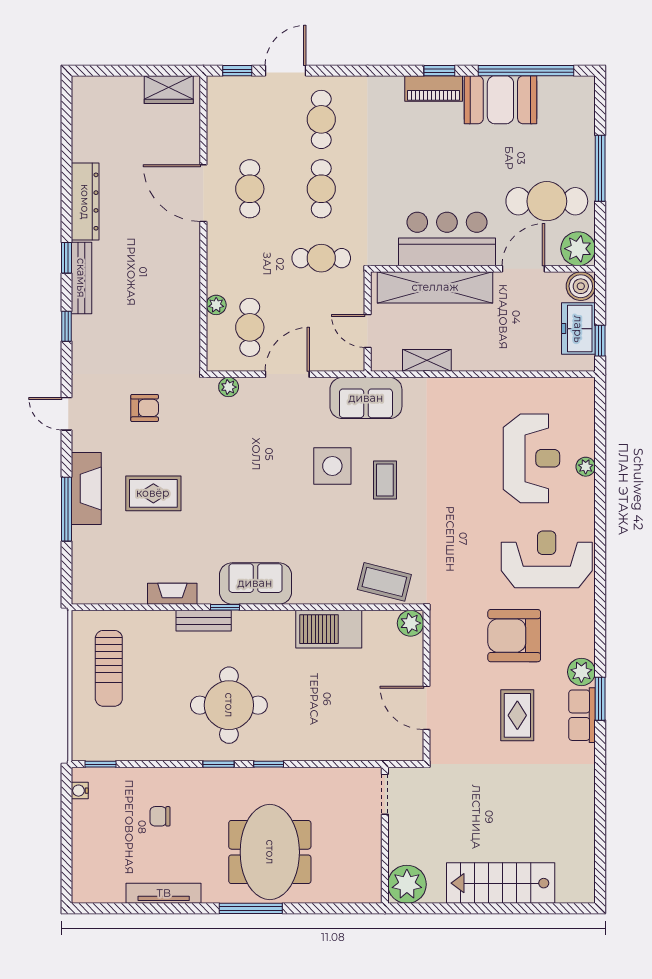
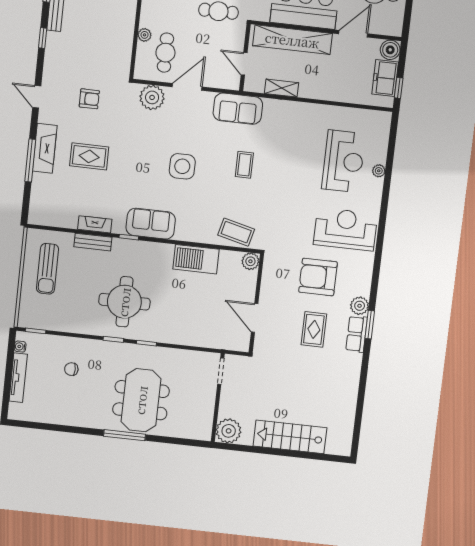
plant: (578, 249) -> (391, 24), removed
plant: (229, 387) -> (152, 97), width x1.87, depth x1.87
side table: (332, 466) -> (182, 166), moved
bench: (204, 621) -> (93, 242), moved
tv unit: (164, 893) -> (18, 378), moved, turned 90

